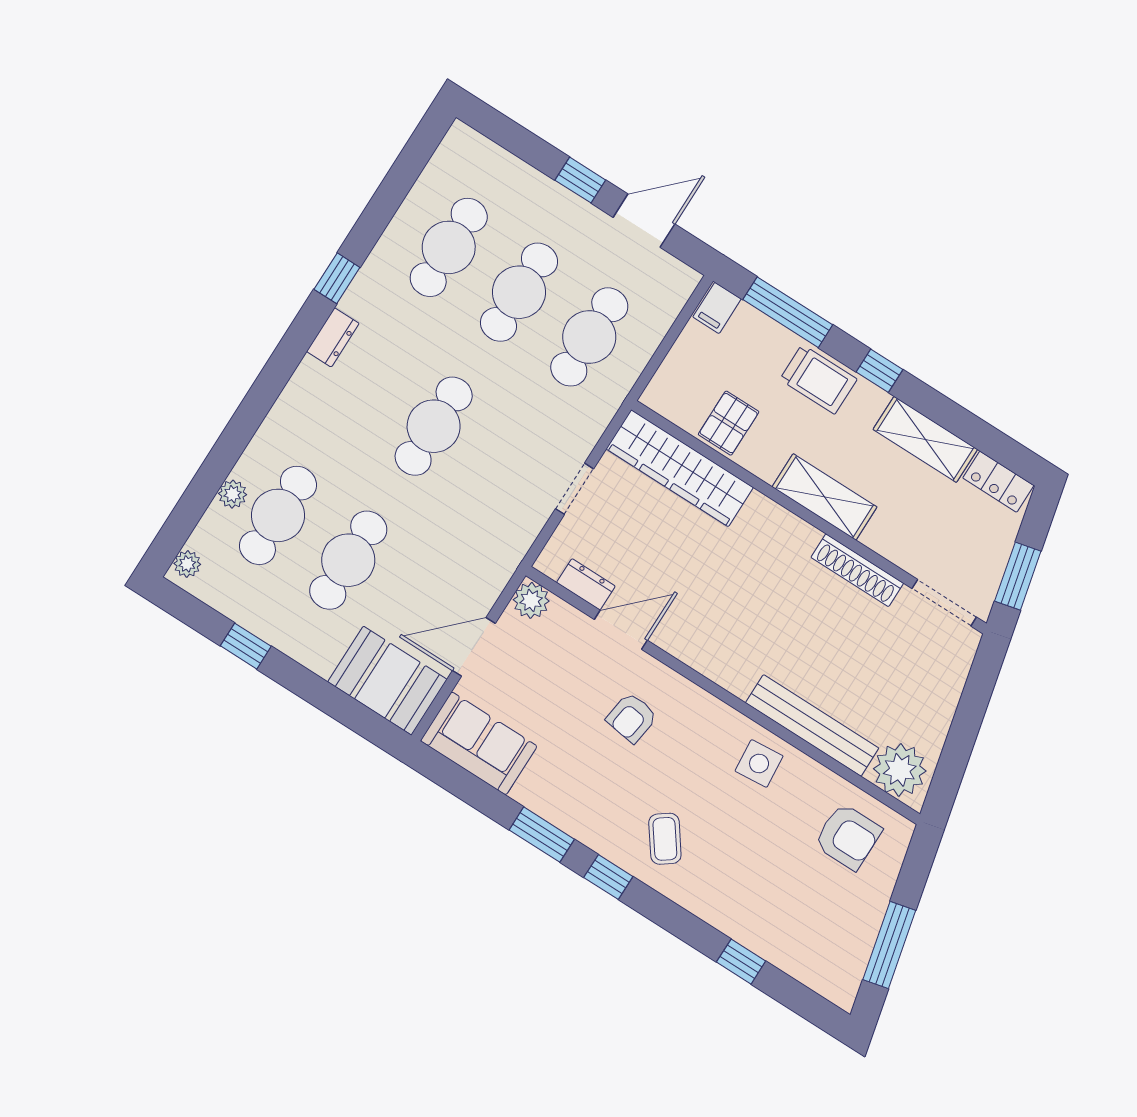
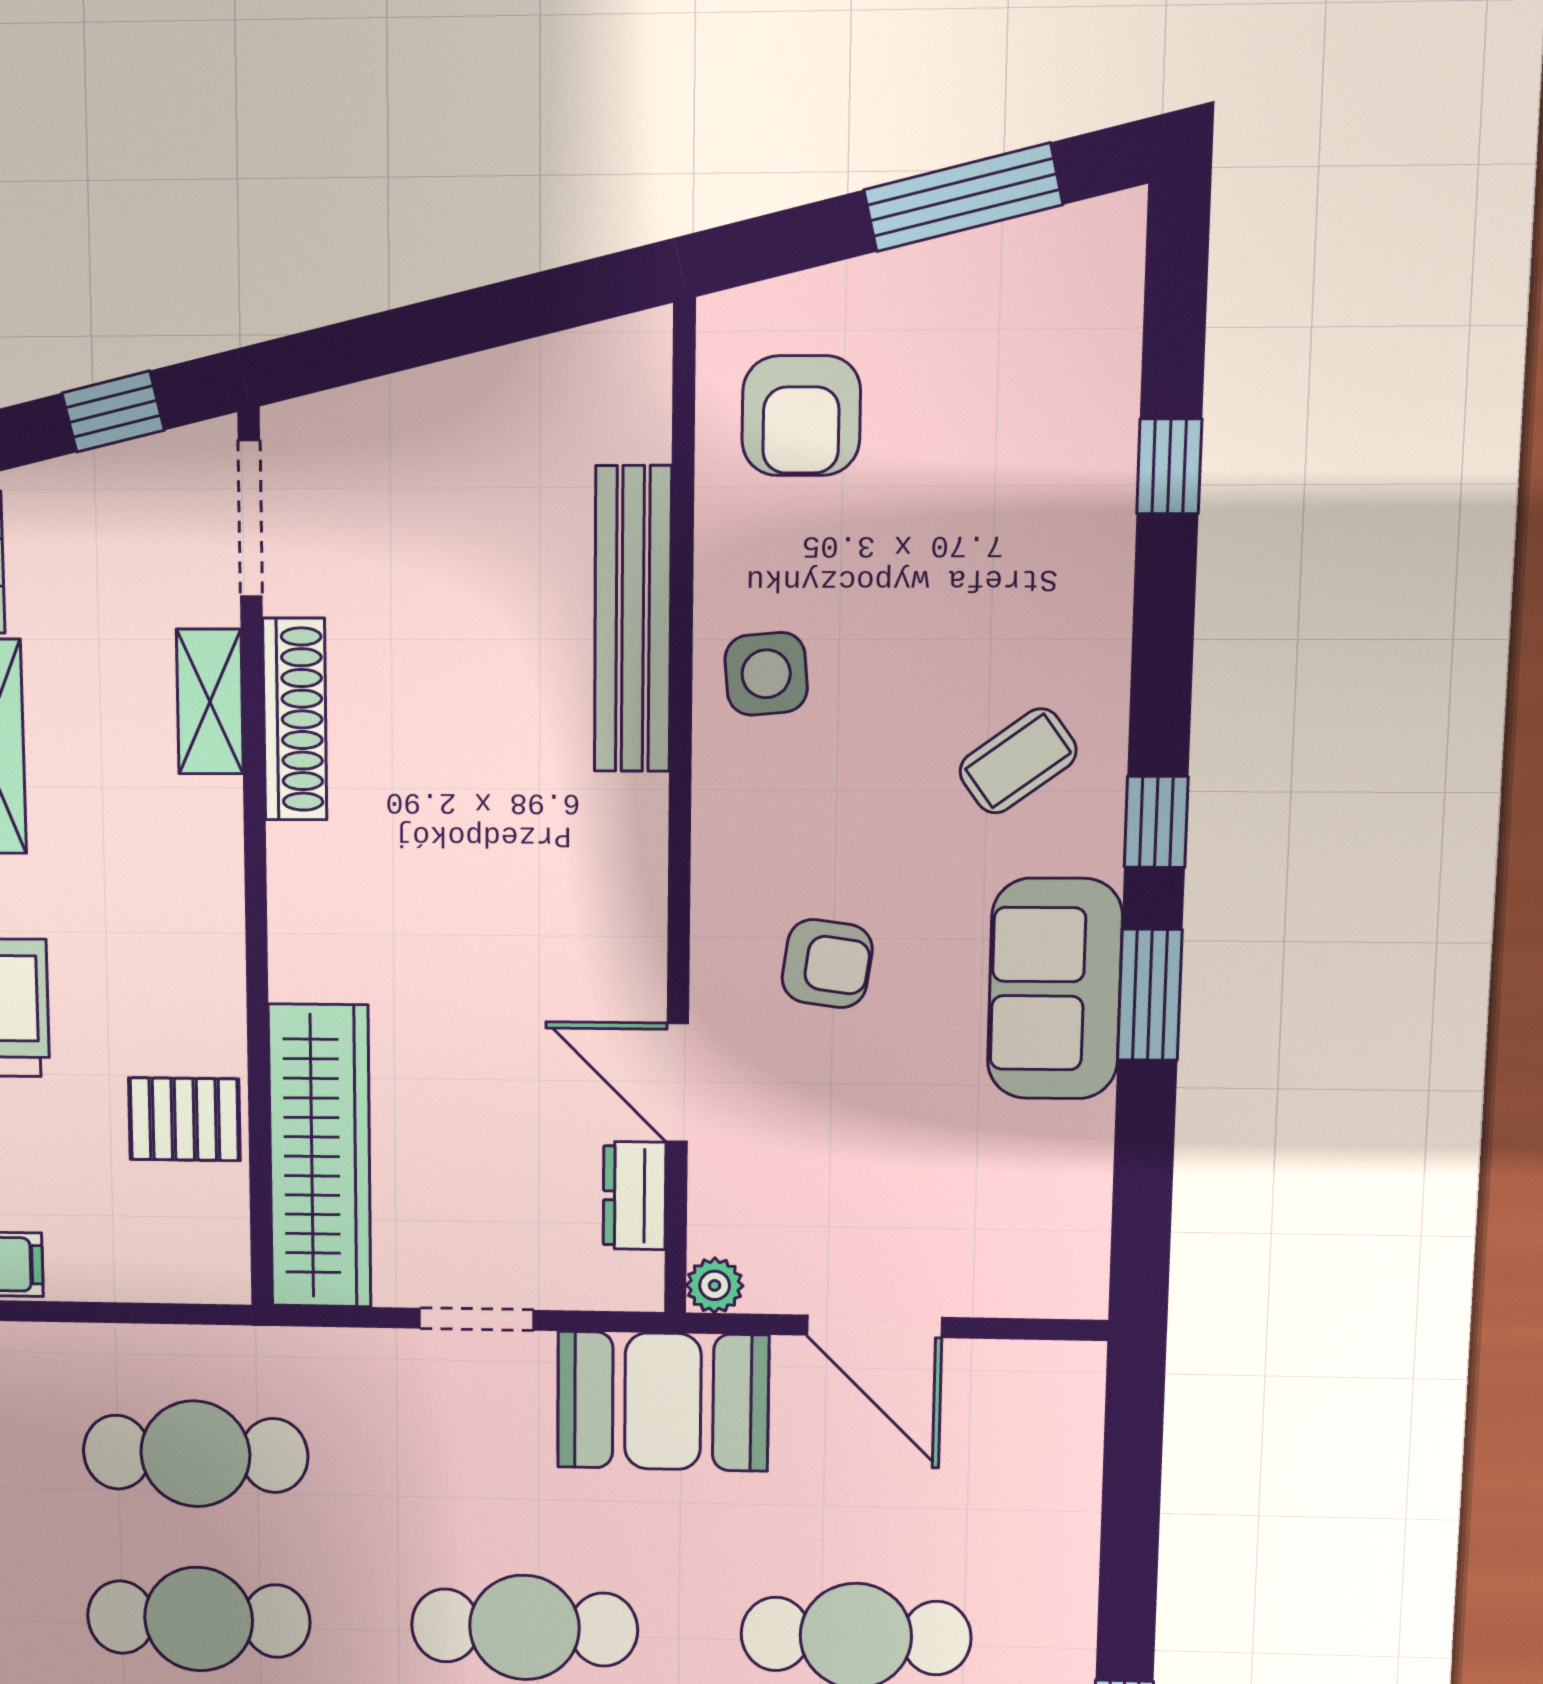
shelving: (825, 497) -> (210, 702), moved, width x0.67, depth x0.75
window: (1018, 576) -> (113, 412), width x0.67
plant: (531, 600) -> (715, 1285), width x0.73, depth x0.73
booth: (387, 681) -> (663, 1401), moved, turned 90
sofa: (479, 743) -> (1055, 989), moved
plant: (900, 770) -> (613, 398), removed
armchair: (848, 837) -> (801, 416), turned 180

